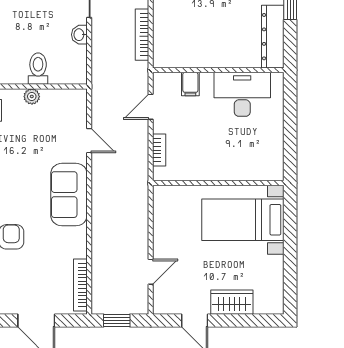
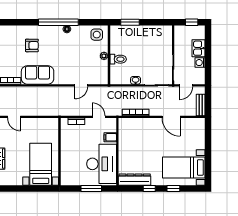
desk: (242, 94) -> (102, 164), width x1.36, depth x1.30
window: (290, 121) -> (91, 188), added
sofa: (69, 195) -> (38, 75), moved

